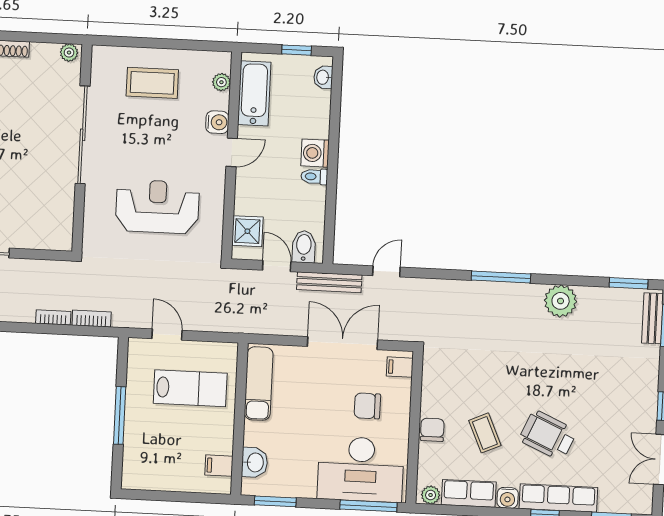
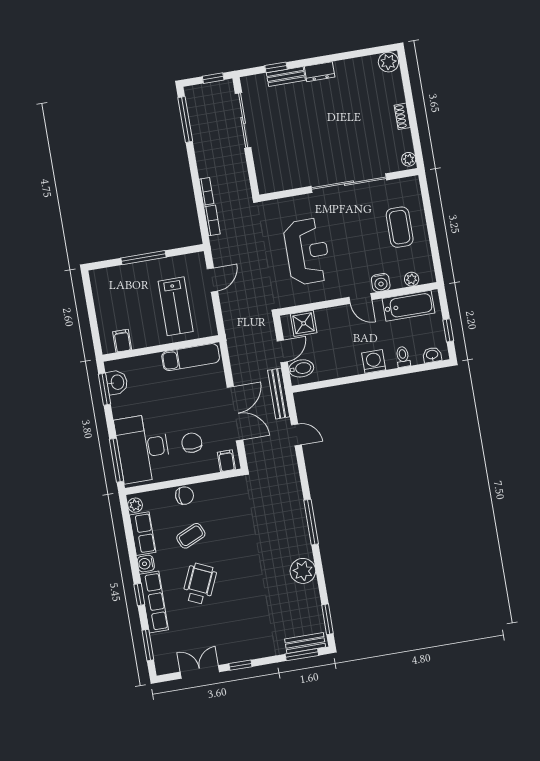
toilet: (314, 177) -> (403, 357), moved
washbasin: (255, 462) -> (117, 382), moved, turned -90

